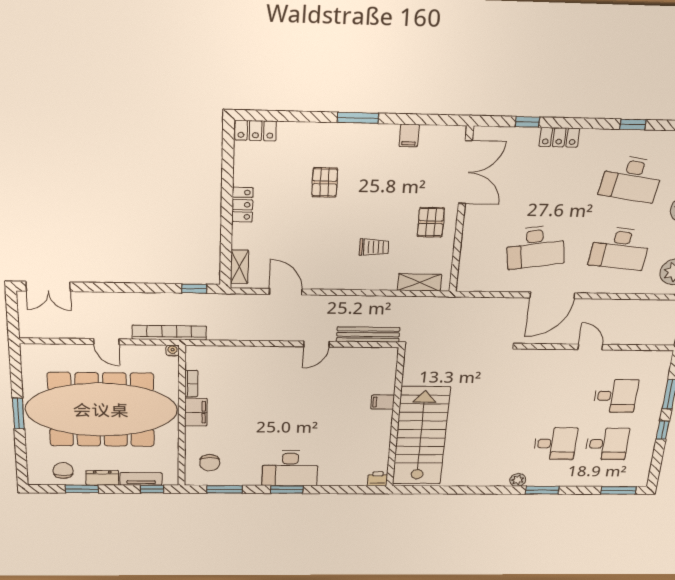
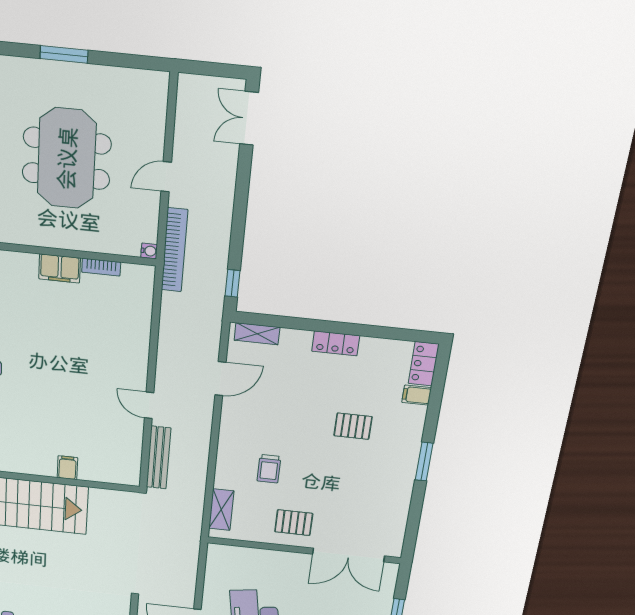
filing cabinet: (409, 135) -> (417, 395), moved
meeting table: (101, 410) -> (67, 158), width x0.54, depth x0.79

